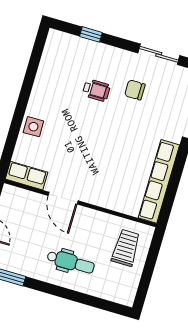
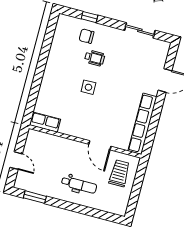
chair: (135, 90) -> (86, 36), moved
side table: (33, 127) -> (88, 87), moved
door: (63, 198) -> (100, 145), moved

